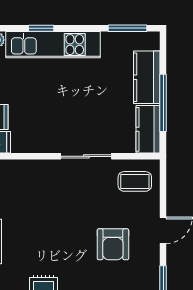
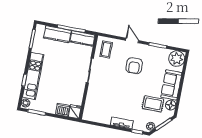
armchair: (113, 244) -> (134, 66), turned 89

